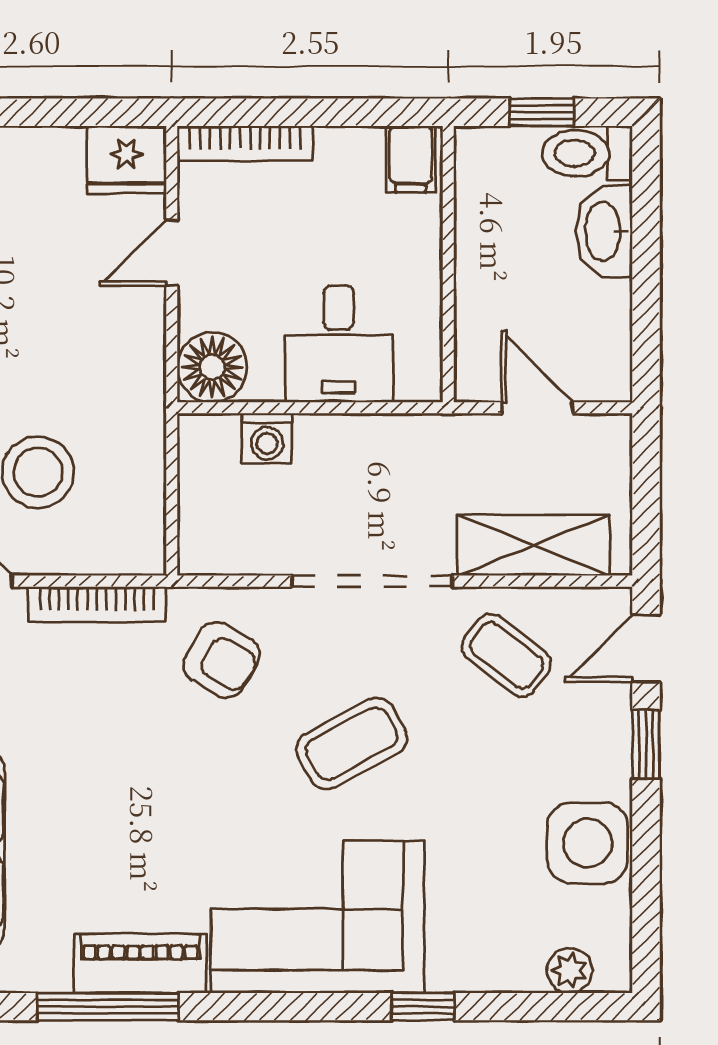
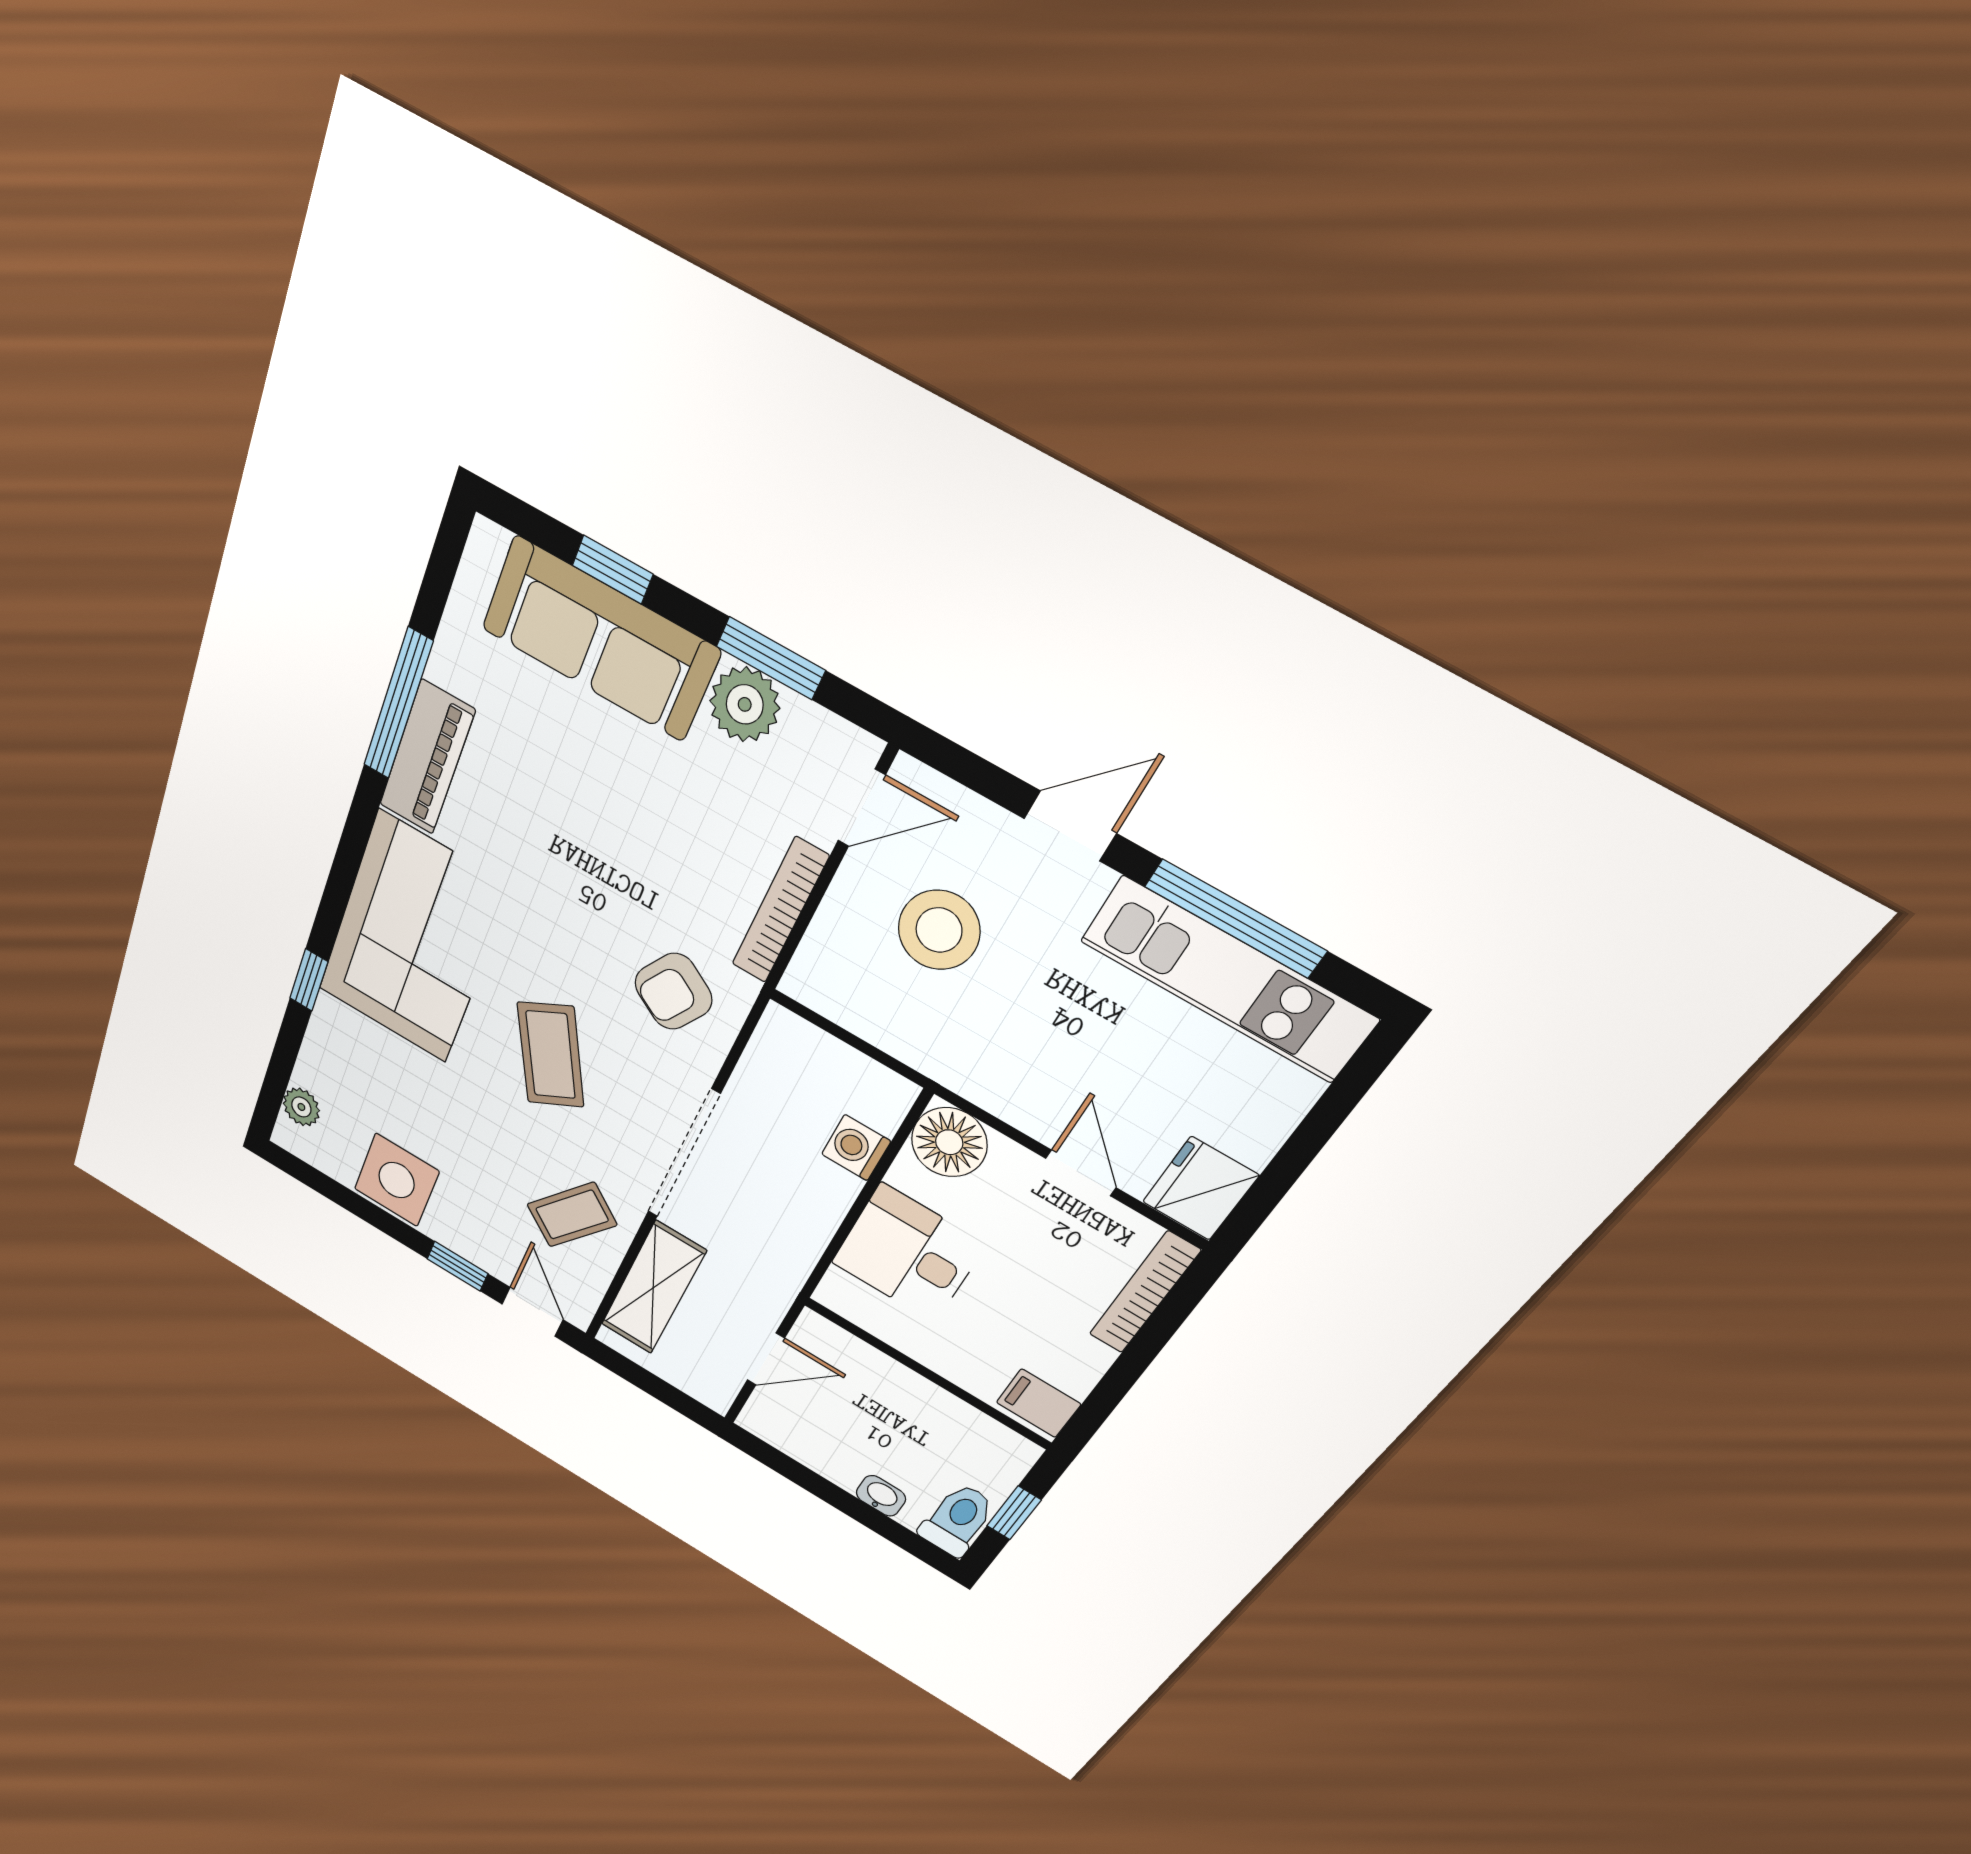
washbasin: (604, 231) -> (881, 1496), width x0.52, depth x0.69

